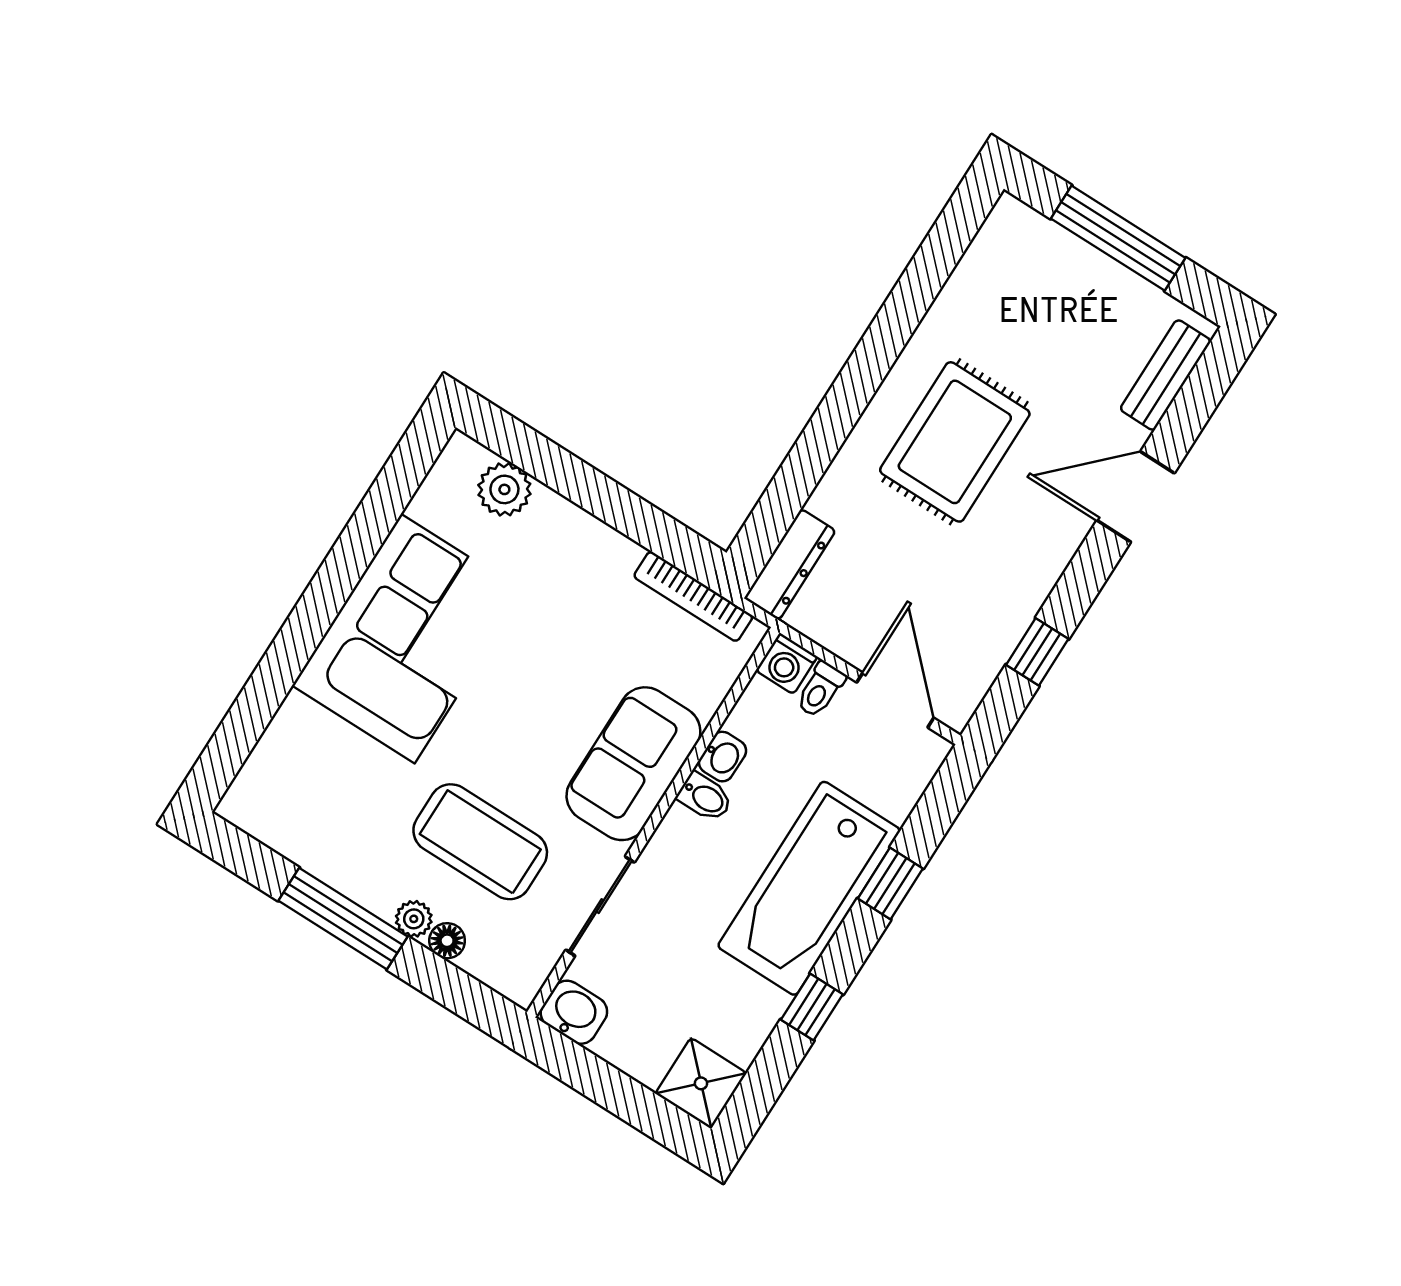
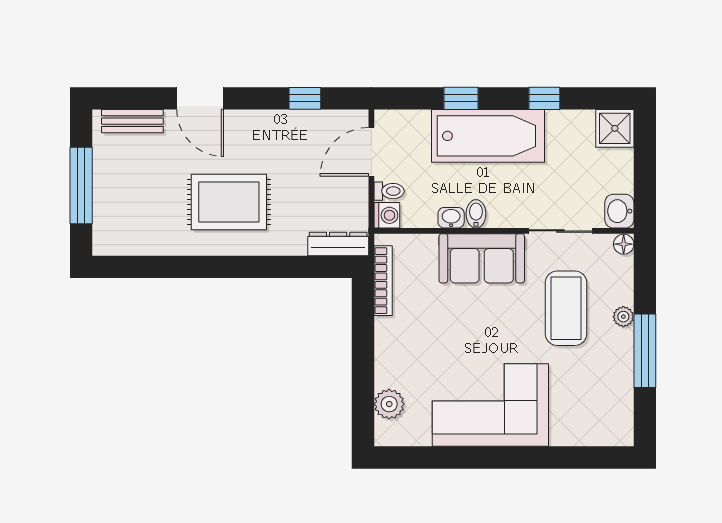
floor lamp: (447, 941) -> (624, 244), moved

